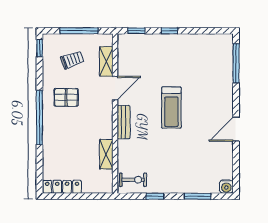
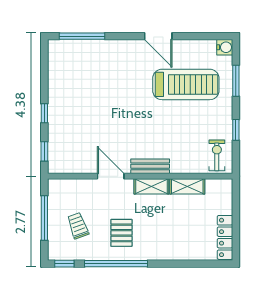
shelving: (106, 61) -> (151, 186), moved
treadmill: (171, 108) -> (186, 84), moved, width x1.37, depth x1.38
window: (39, 118) -> (116, 264), moved

